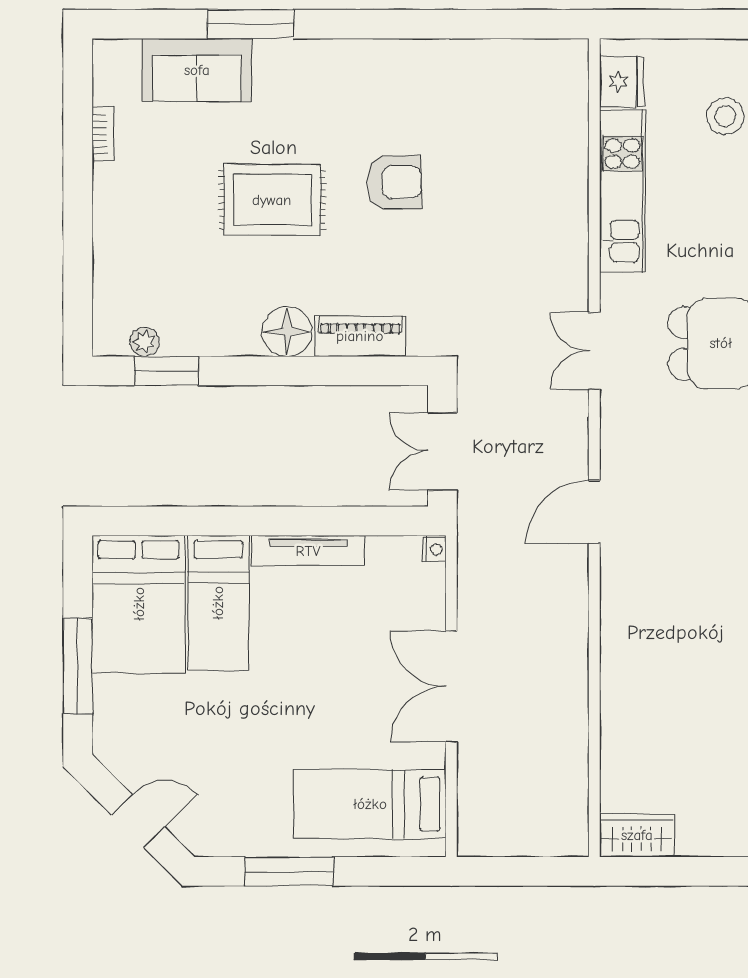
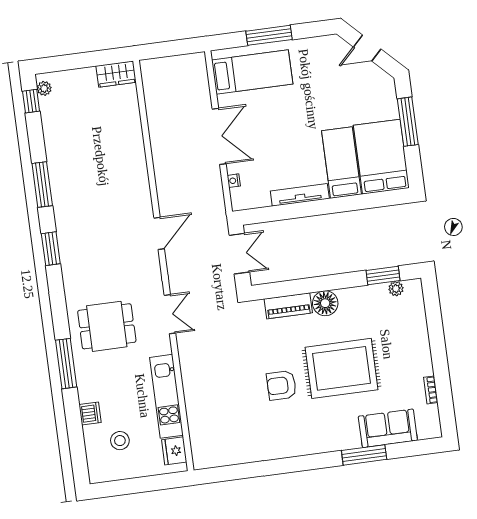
rug: (272, 200) -> (341, 368), width x1.37, depth x1.44
nightstand: (434, 550) -> (234, 181), moved
window: (289, 871) -> (269, 35), moved

